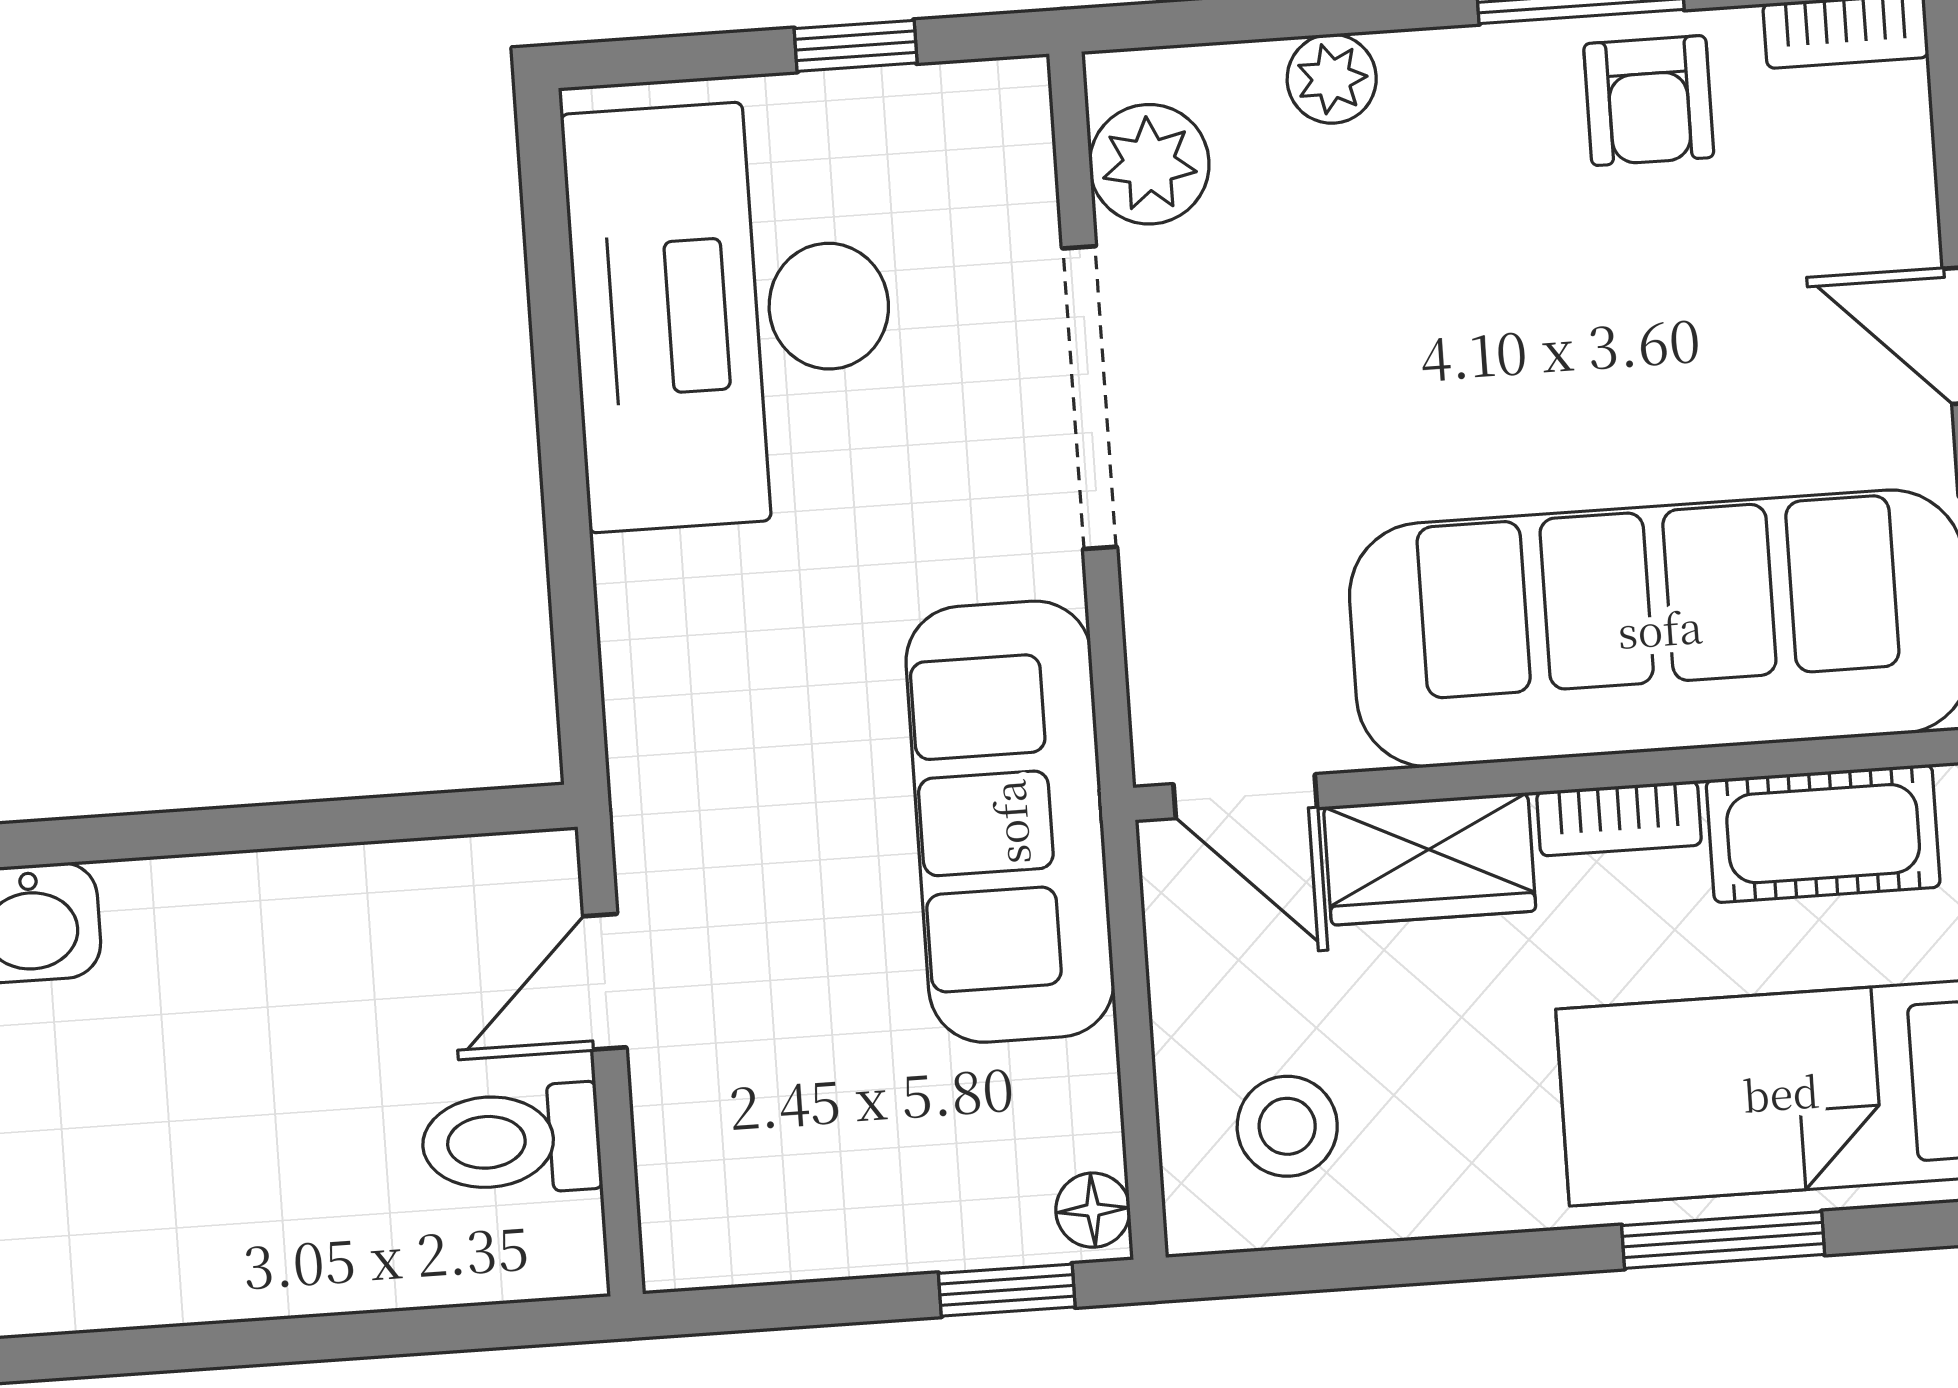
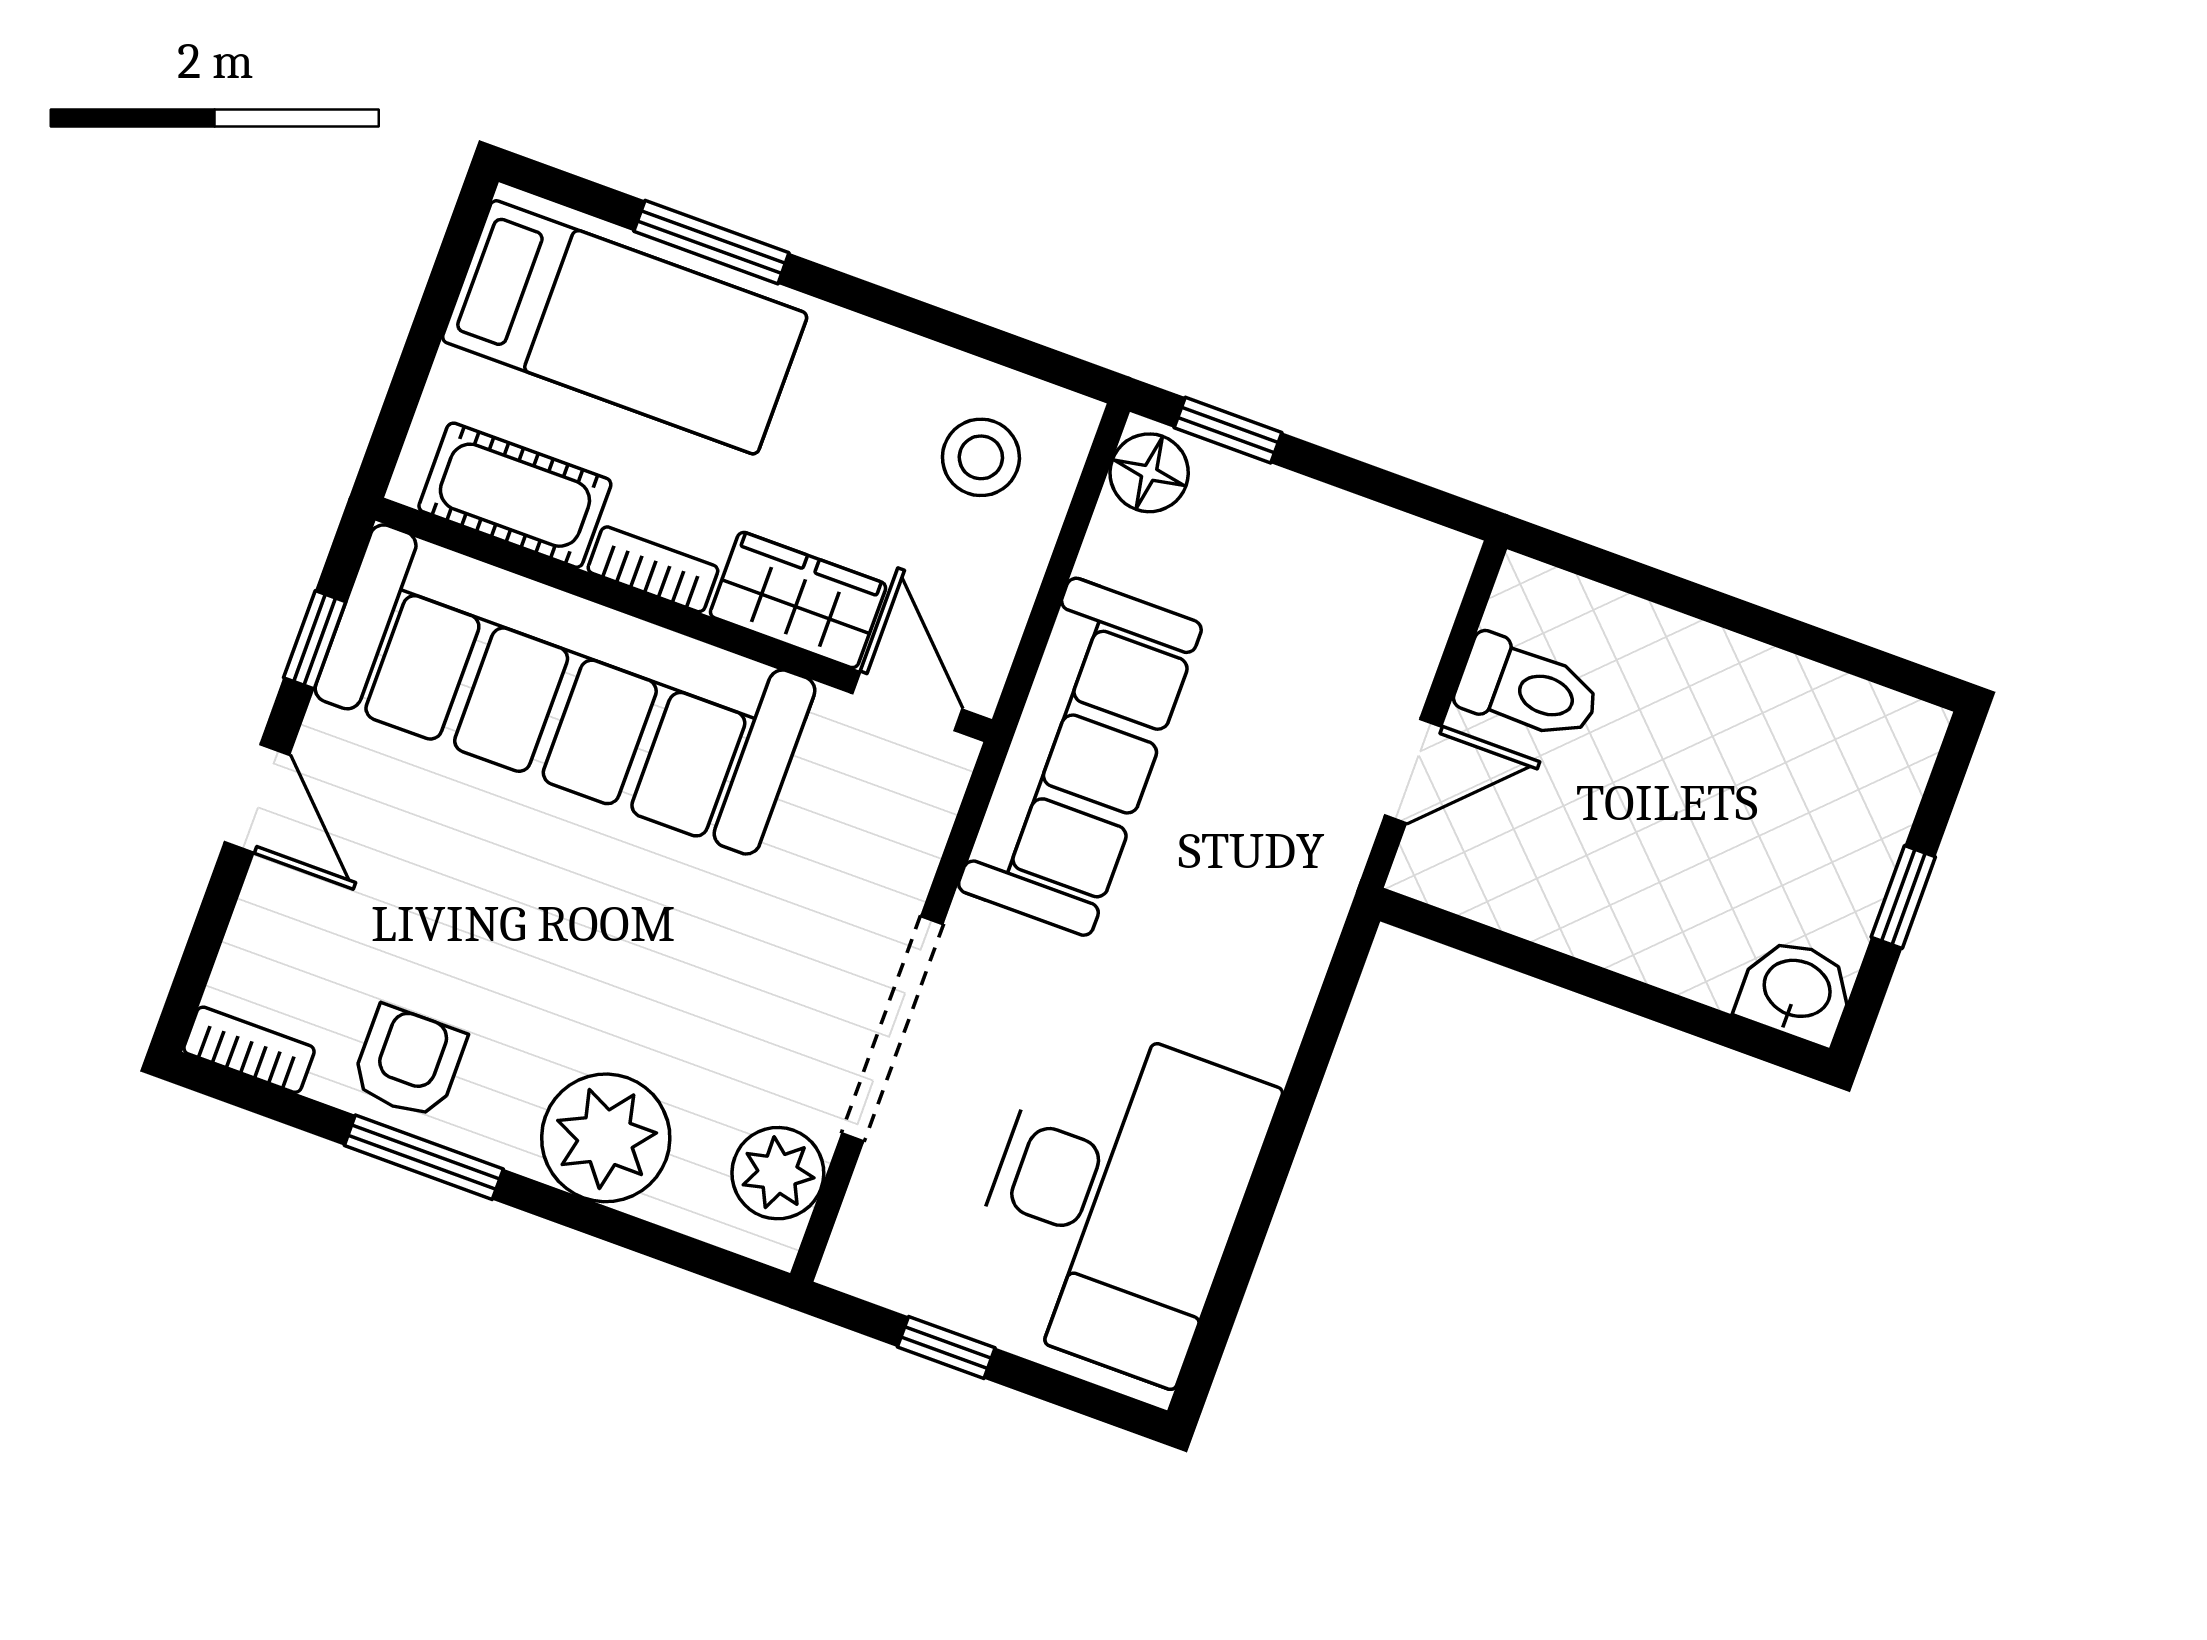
plant: (1332, 79) -> (606, 1138), width x1.87, depth x1.87
floor lamp: (1093, 1210) -> (1149, 473), width x1.37, depth x1.37

